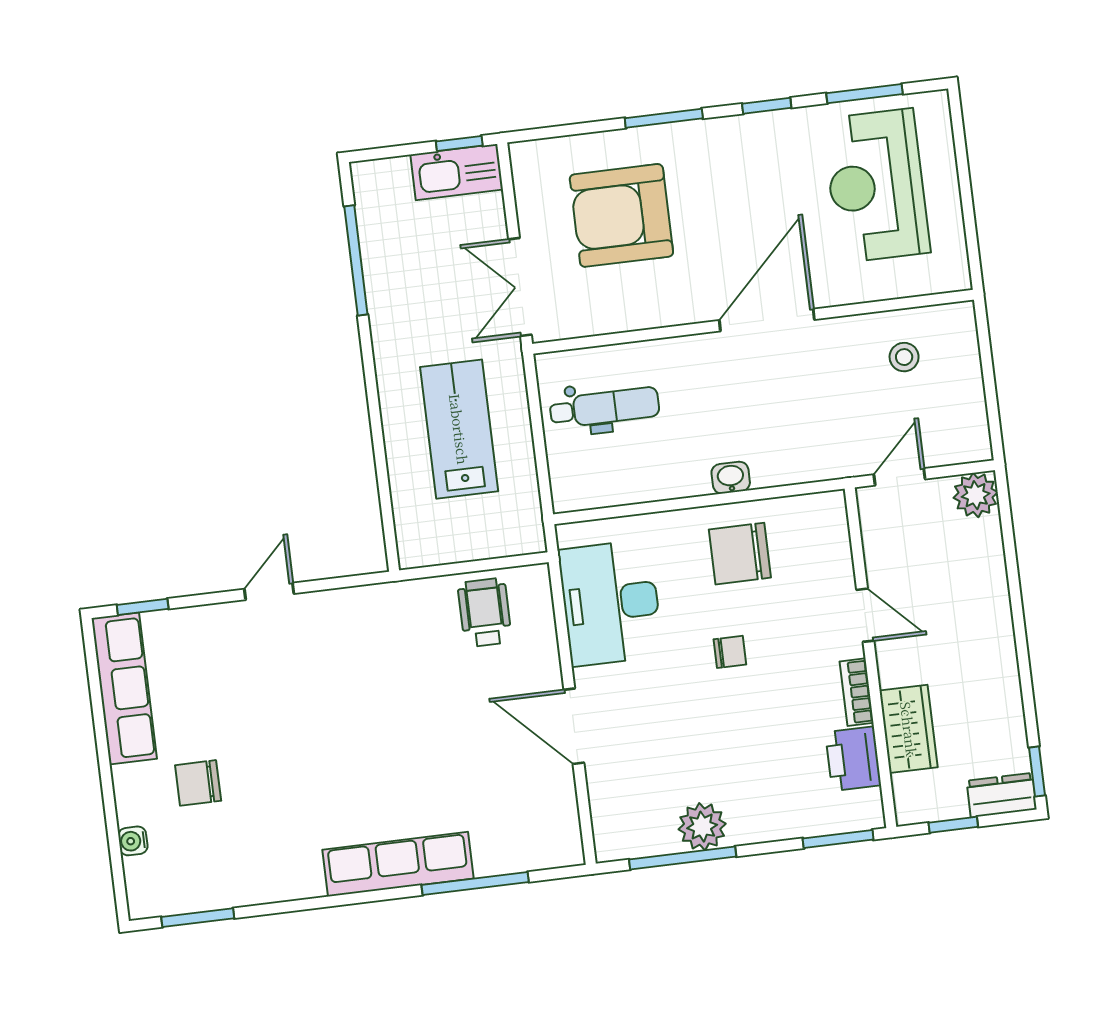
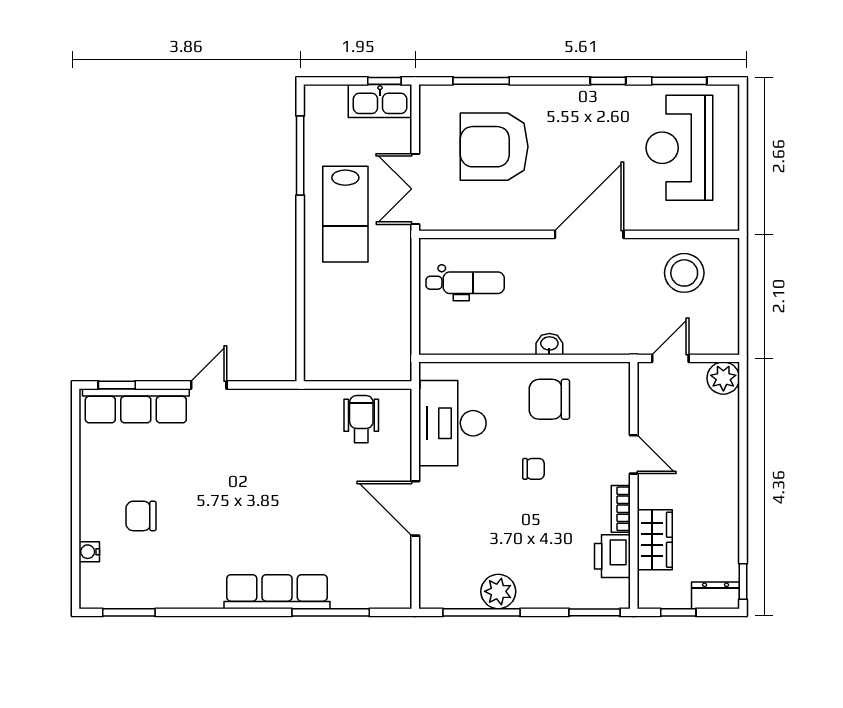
window: (664, 118) -> (481, 81), moved
stool: (904, 357) -> (684, 273), width x1.89, depth x1.89
lab bench: (459, 429) -> (345, 214), moved, turned 180
row of seats: (124, 688) -> (136, 406), moved, turned 90

